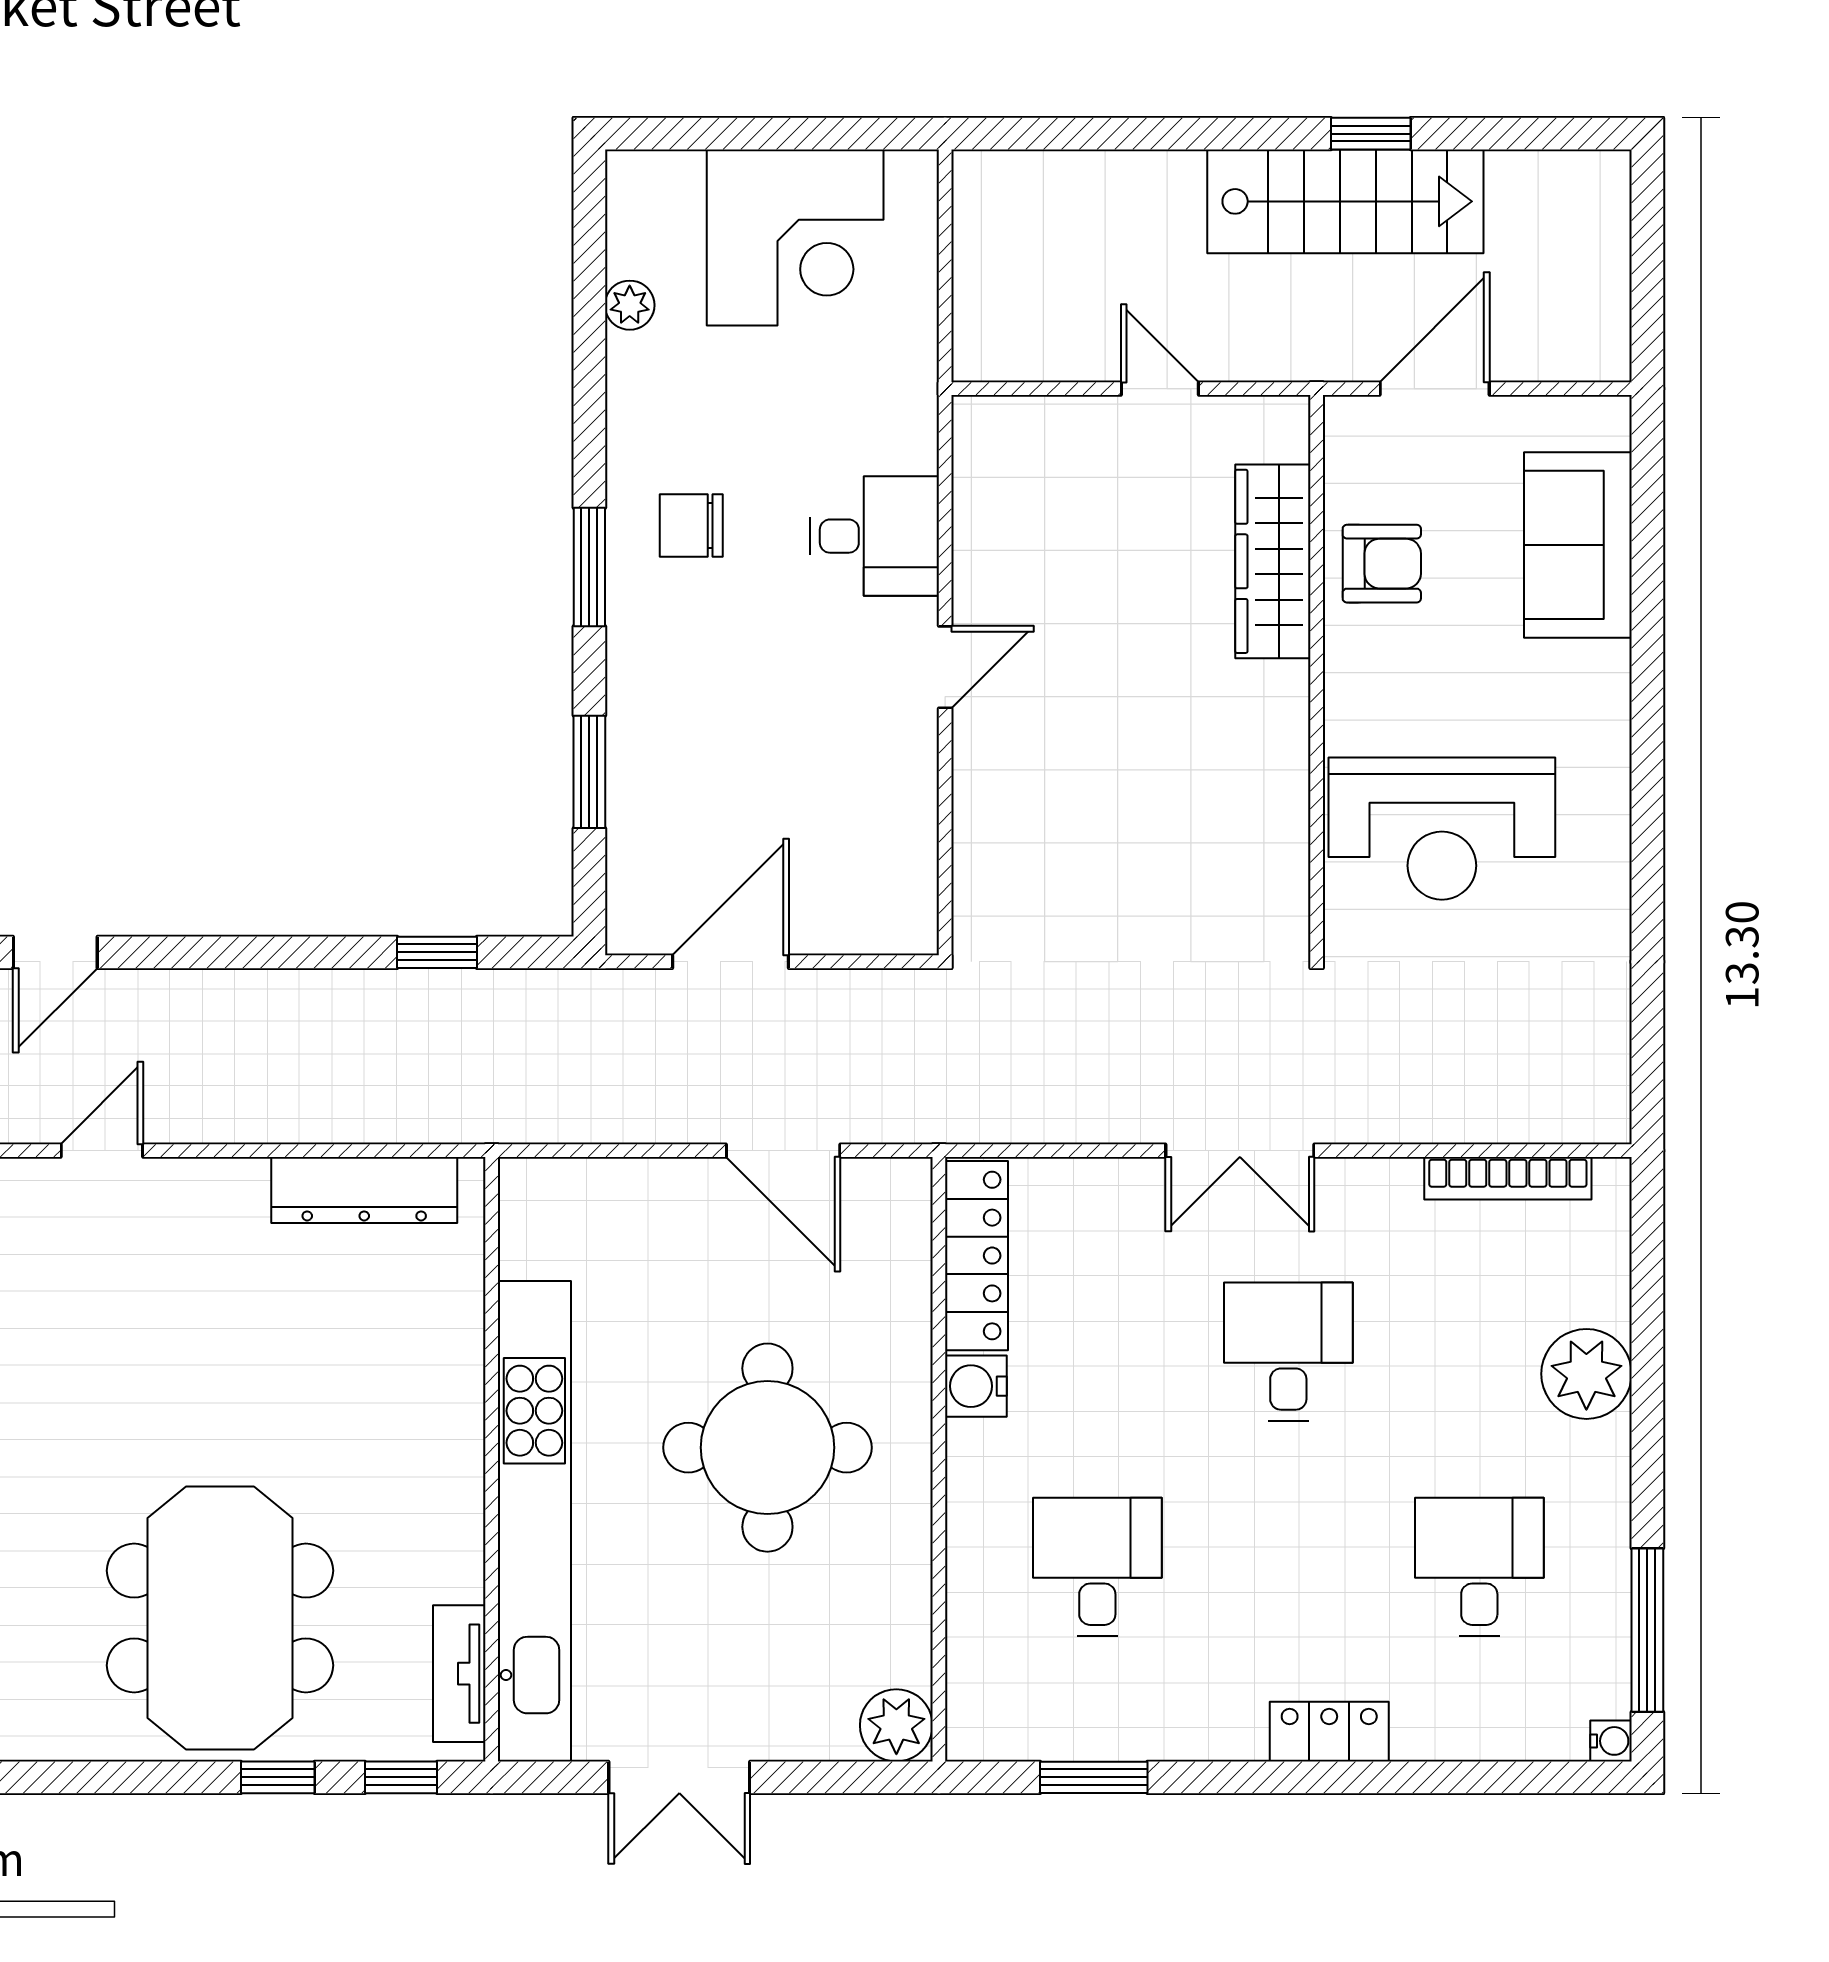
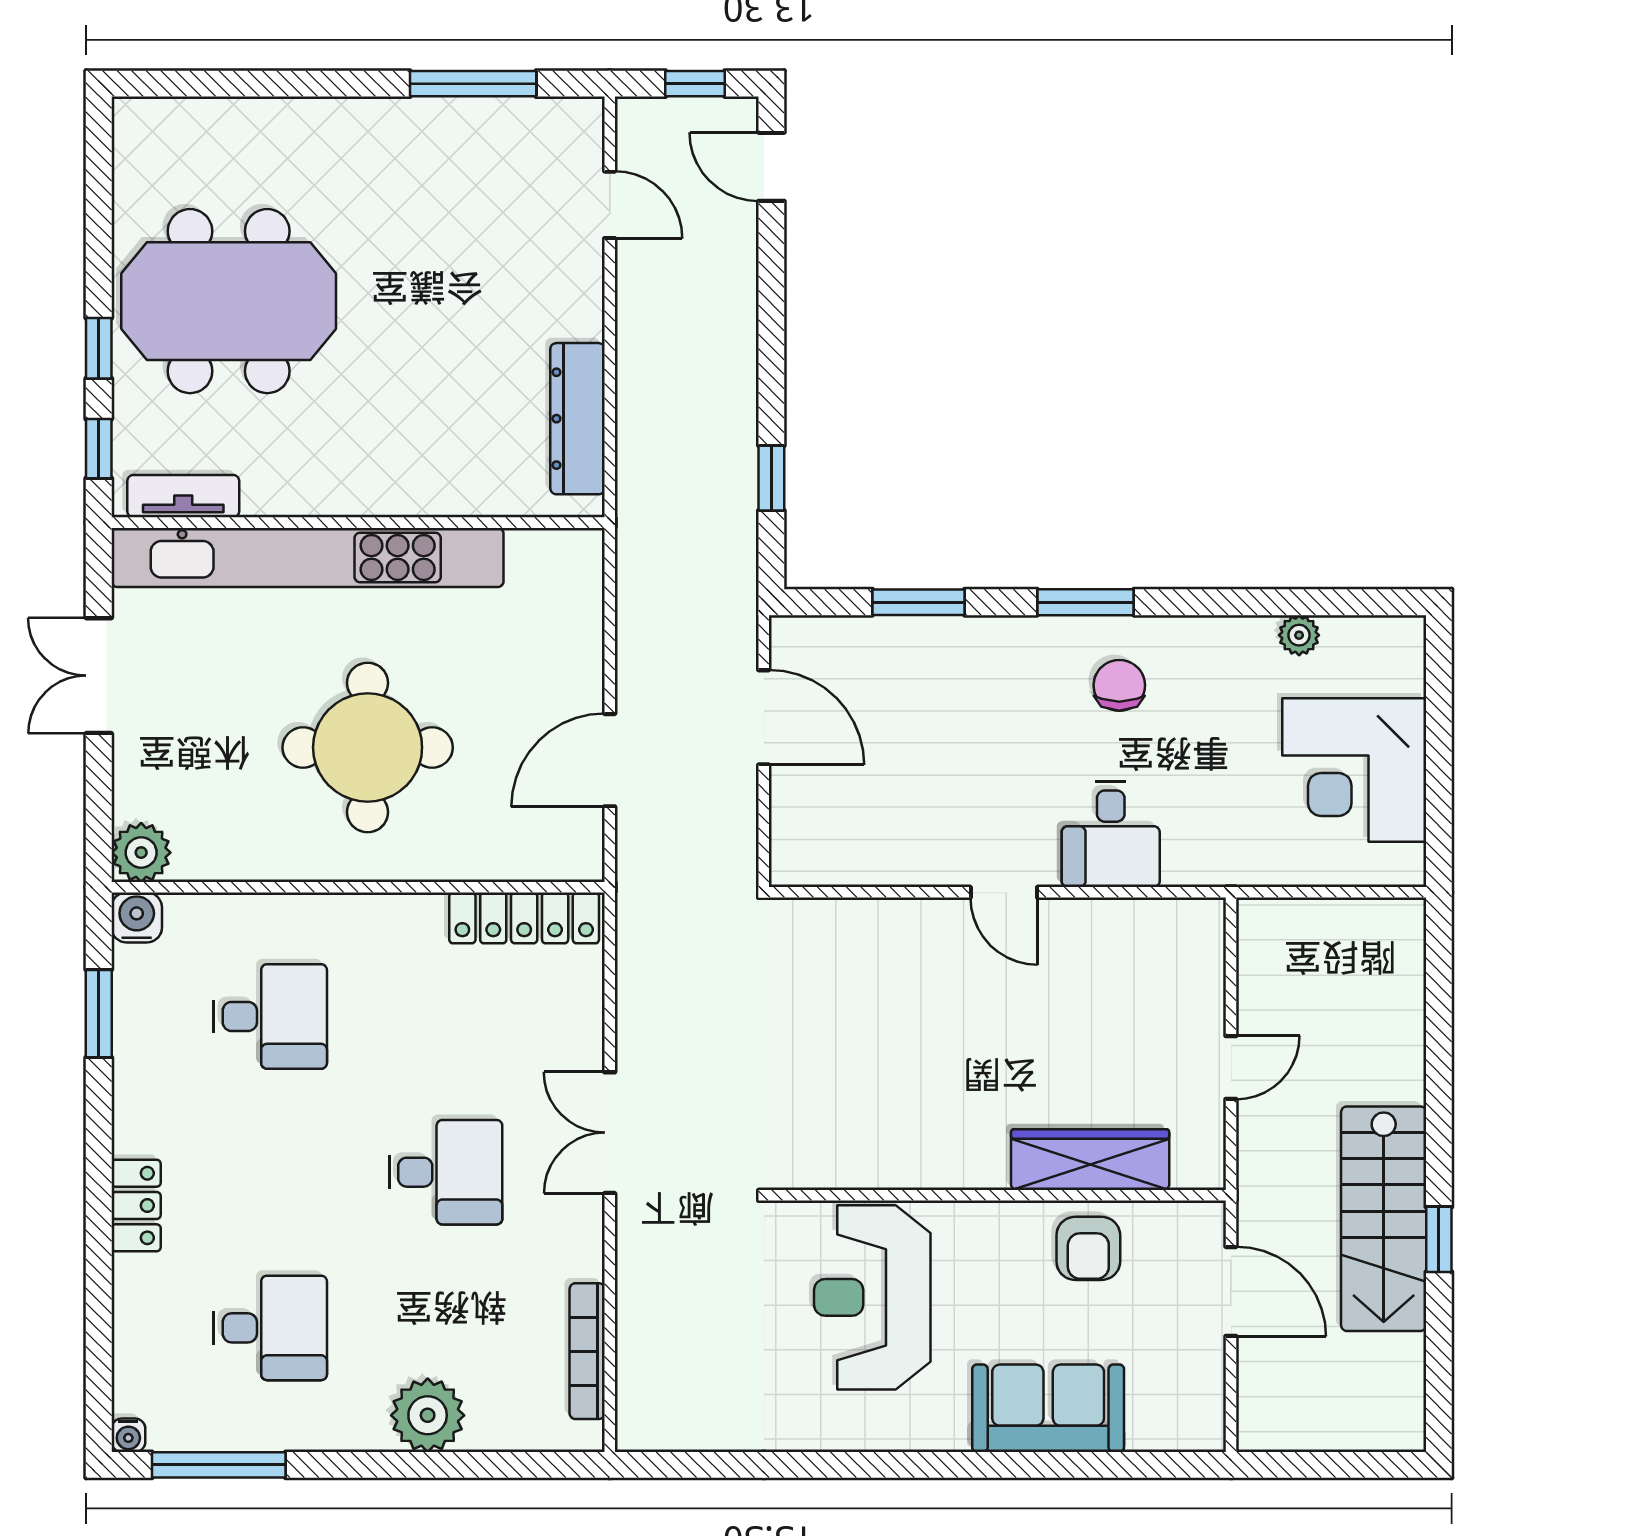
sofa: (1578, 545) -> (1048, 1408), moved
water cooler: (976, 1386) -> (137, 917), moved

